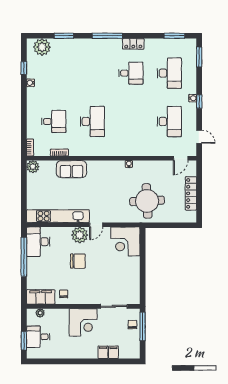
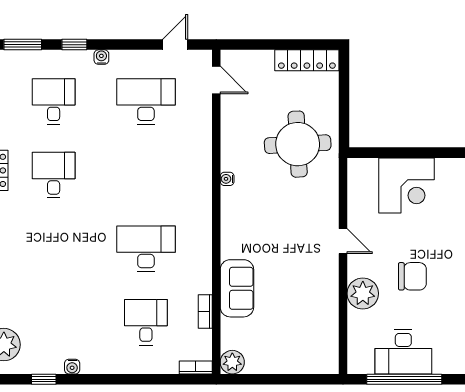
desk: (169, 73) -> (54, 102), width x0.73
window: (199, 101) -> (74, 45), moved
locker: (191, 193) -> (307, 60), moved
kitchen unit: (58, 216) -> (326, 314), removed
plant: (80, 235) -> (363, 293), moved
corner desk: (125, 241) -> (407, 186), moved
desk: (38, 242) -> (403, 352), moved
chair: (78, 261) -> (412, 276), turned 90

